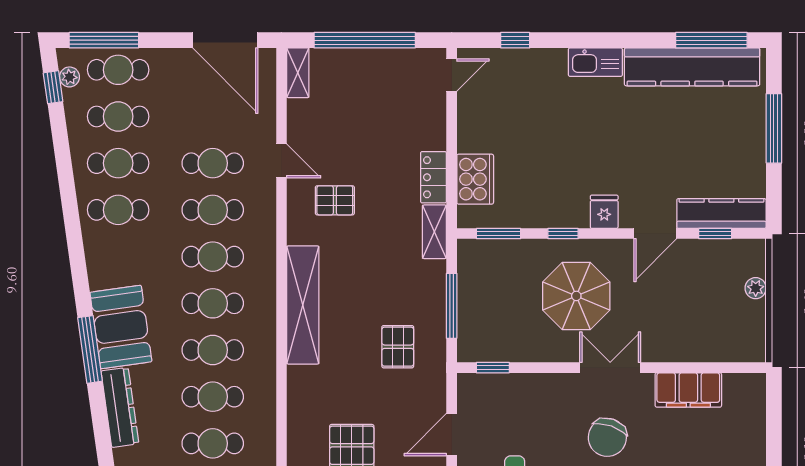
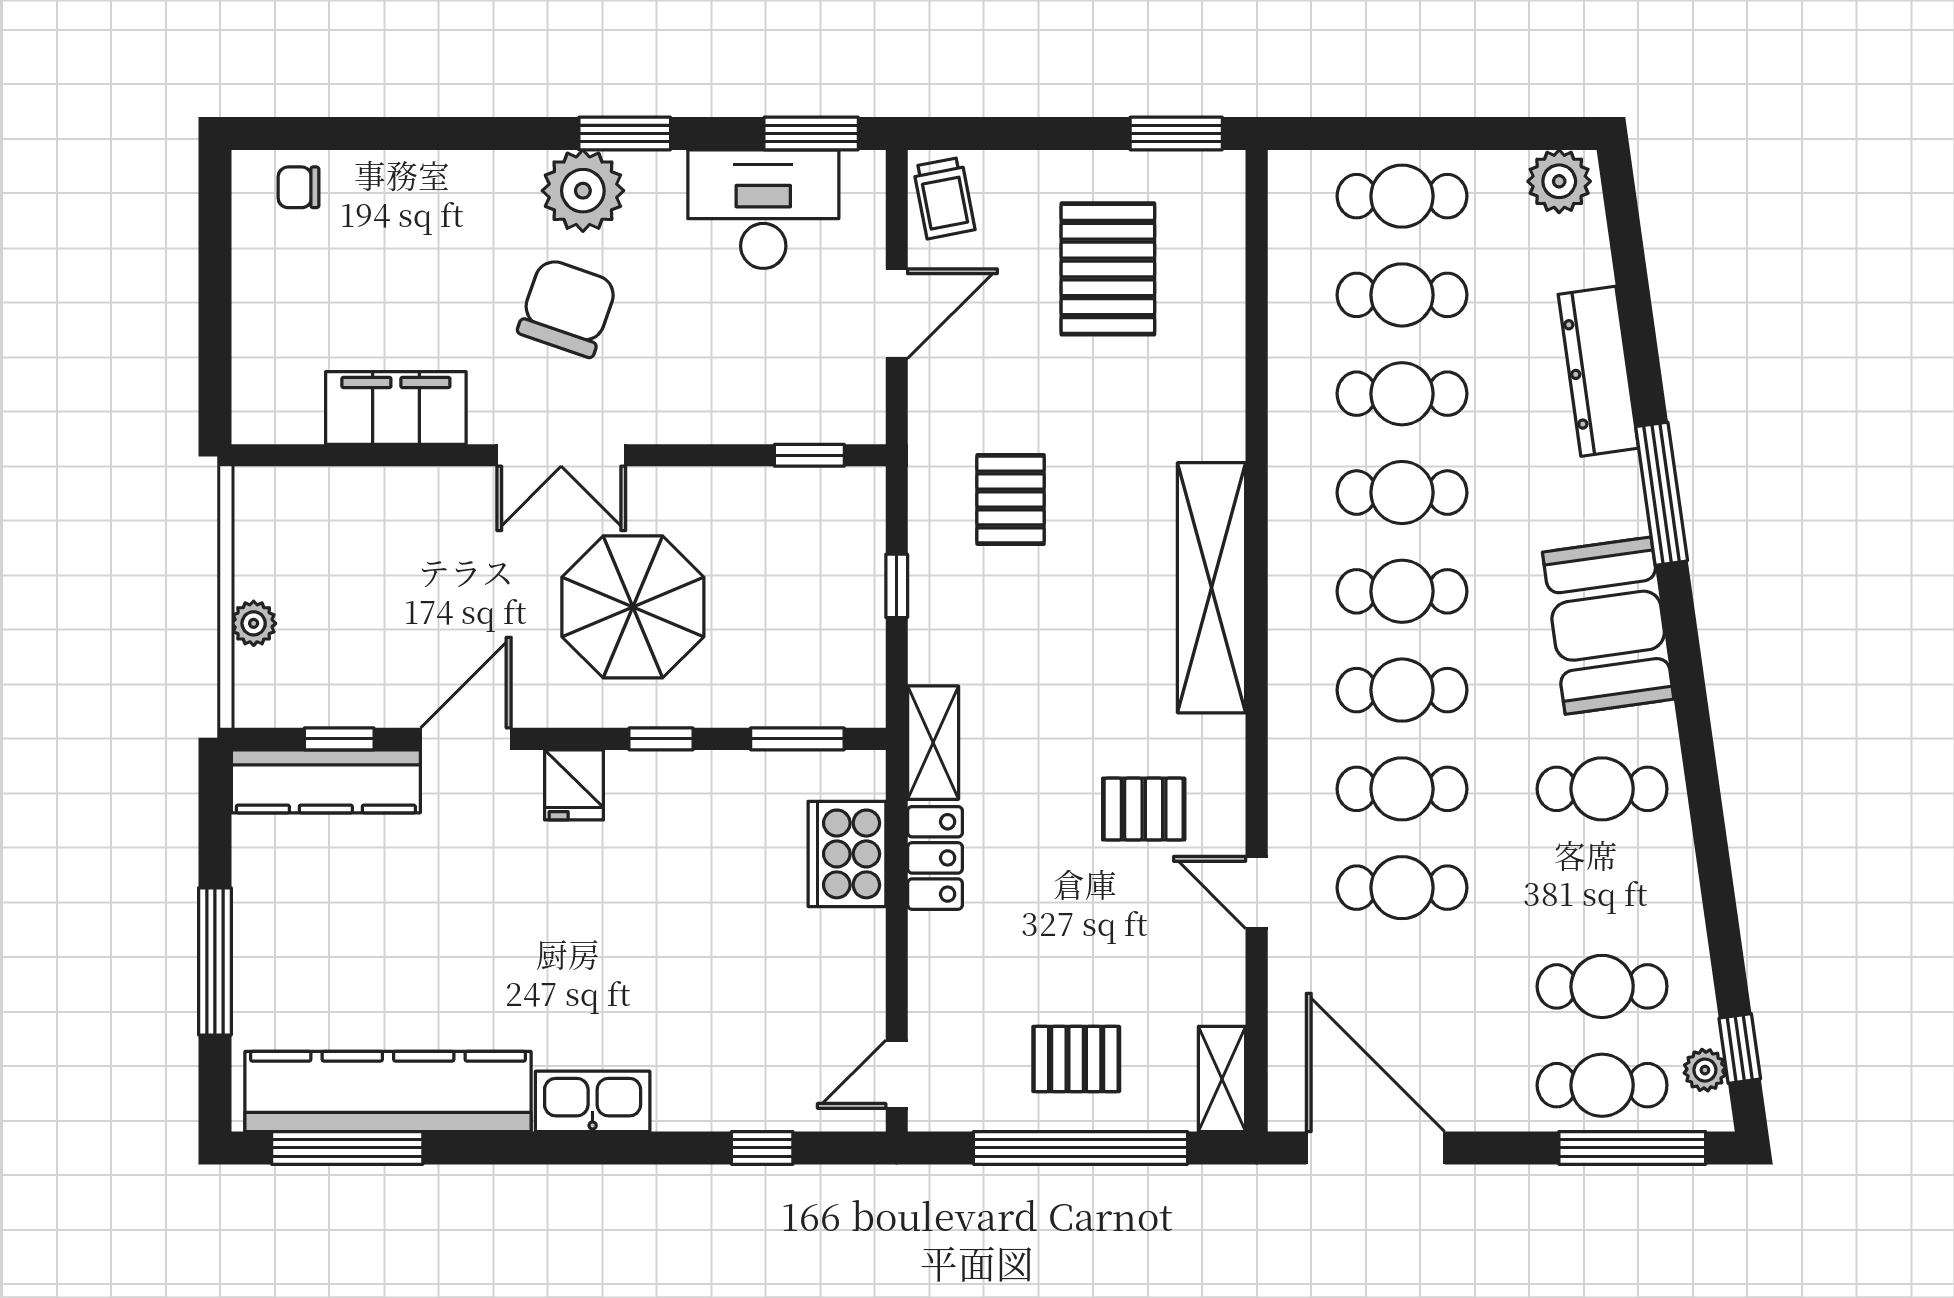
pallet: (367, 82) -> (1076, 1059), added
cafe table: (118, 163) -> (1602, 888), removed
window: (452, 306) -> (897, 586), width x0.46
booth: (121, 327) -> (1608, 626), moved

